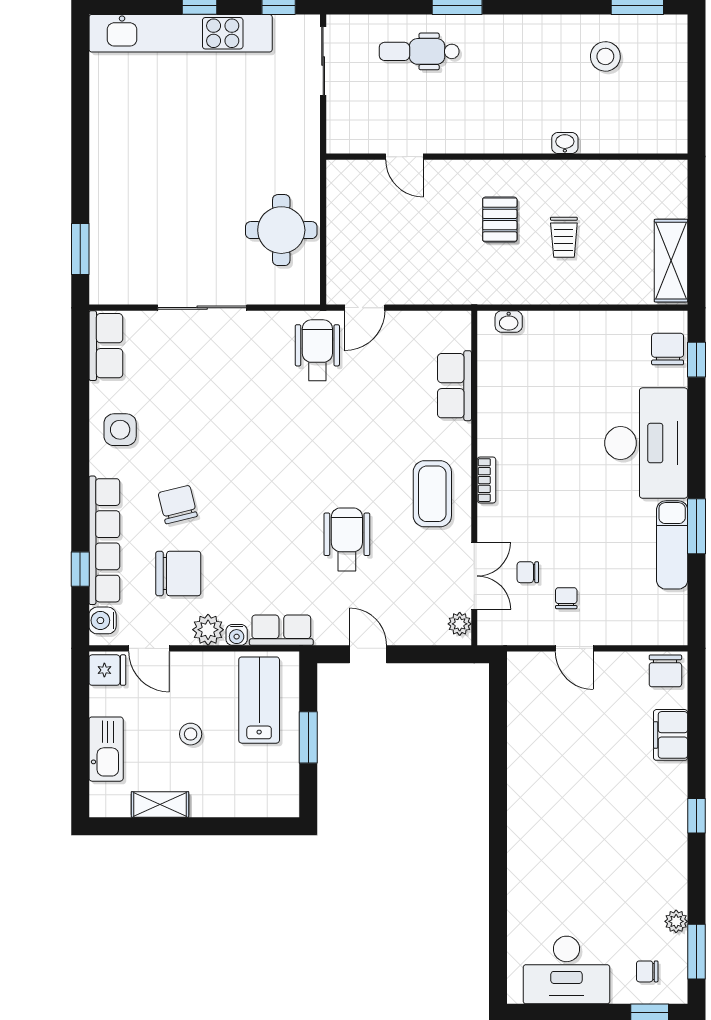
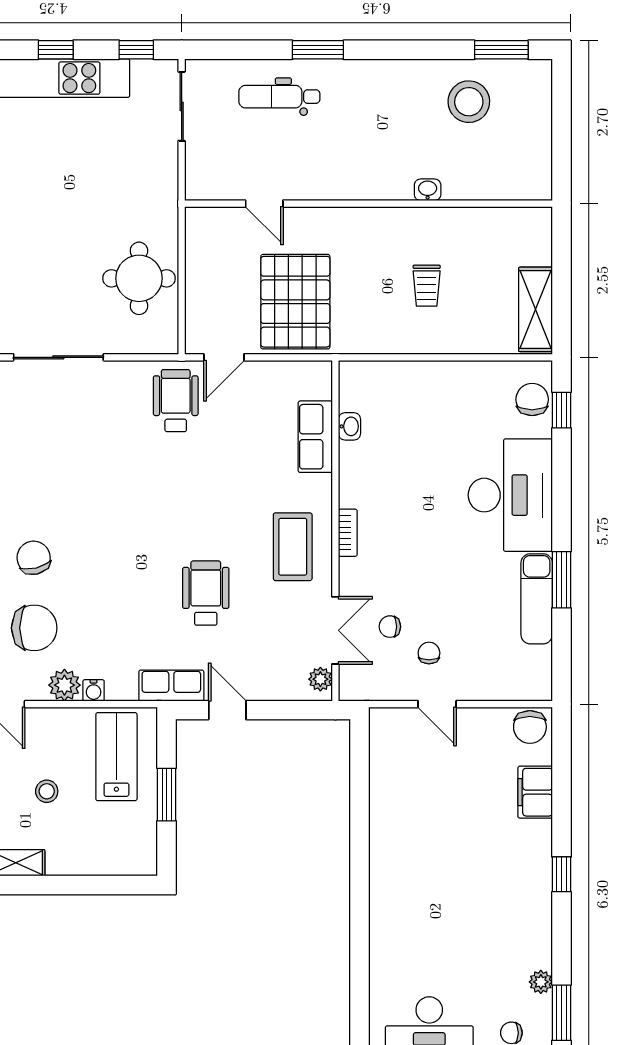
stool: (605, 56) -> (469, 102), width x1.38, depth x1.38
pallet: (500, 220) -> (295, 302), moved, width x2.05, depth x2.00
washbasin: (509, 321) -> (349, 426), moved, turned -90
row of seats: (281, 630) -> (171, 686), moved

